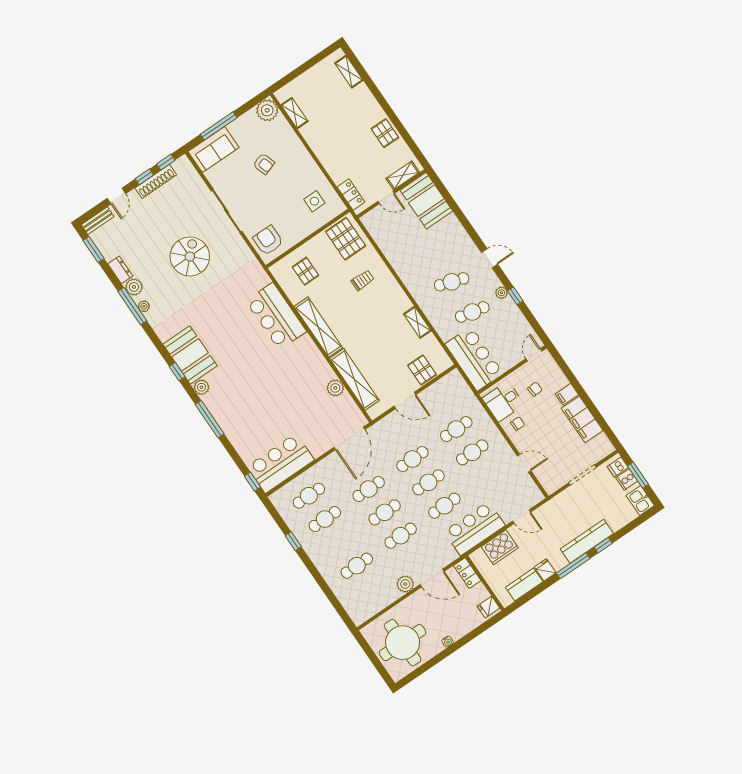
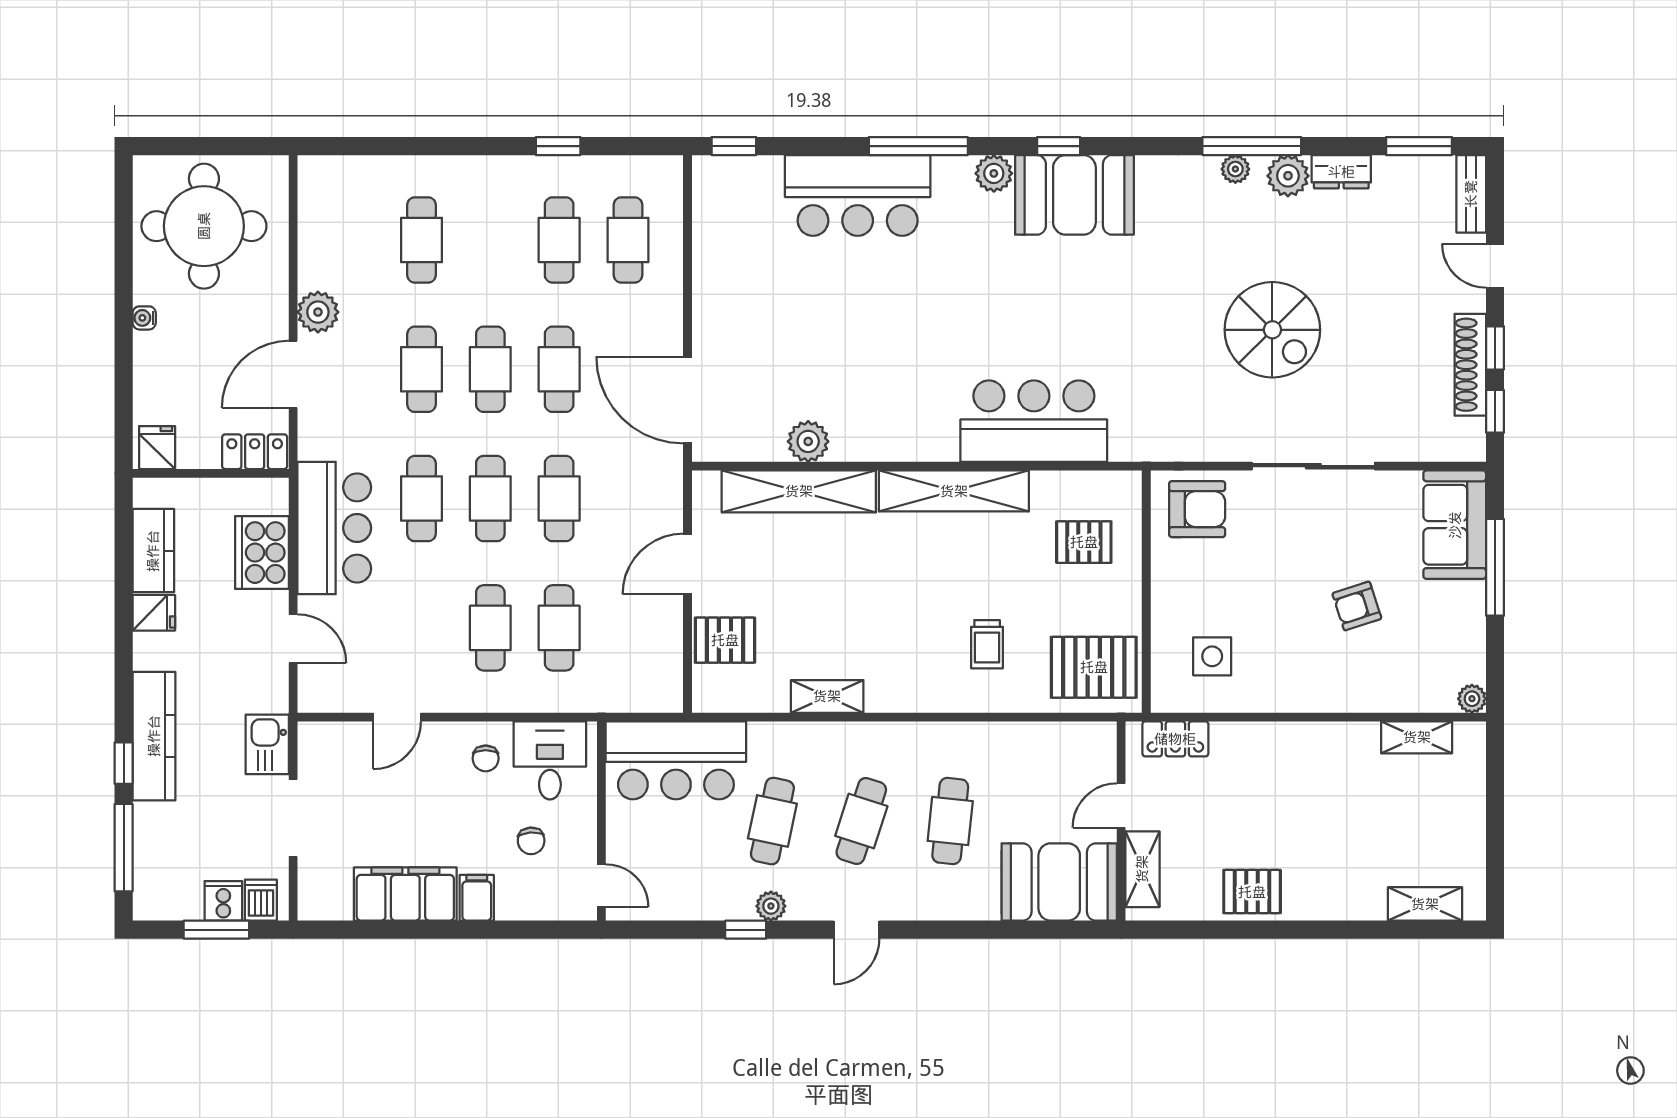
plant: (267, 110) -> (1472, 699), width x0.53, depth x0.53
cafe table: (431, 252) -> (950, 821), added
bar counter: (281, 463) -> (858, 195), moved, turned 90
kitchen sink: (640, 501) -> (267, 744), moved, turned -90
door: (522, 517) -> (293, 639), swing flipped
window: (573, 566) -> (124, 848), moved

